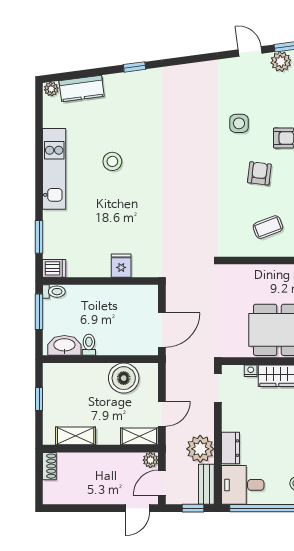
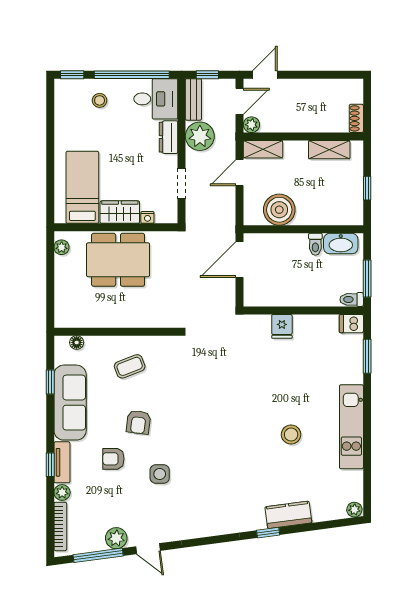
kitchen counter: (82, 89) -> (288, 515), moved
doorway: (218, 388) -> (182, 184), moved

